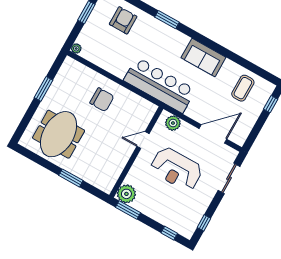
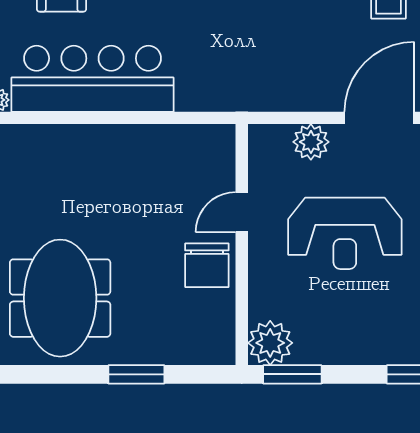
bar counter: (160, 85) -> (92, 79), moved
chair: (102, 100) -> (207, 265), moved, turned 90
plant: (173, 123) -> (311, 142), moved

